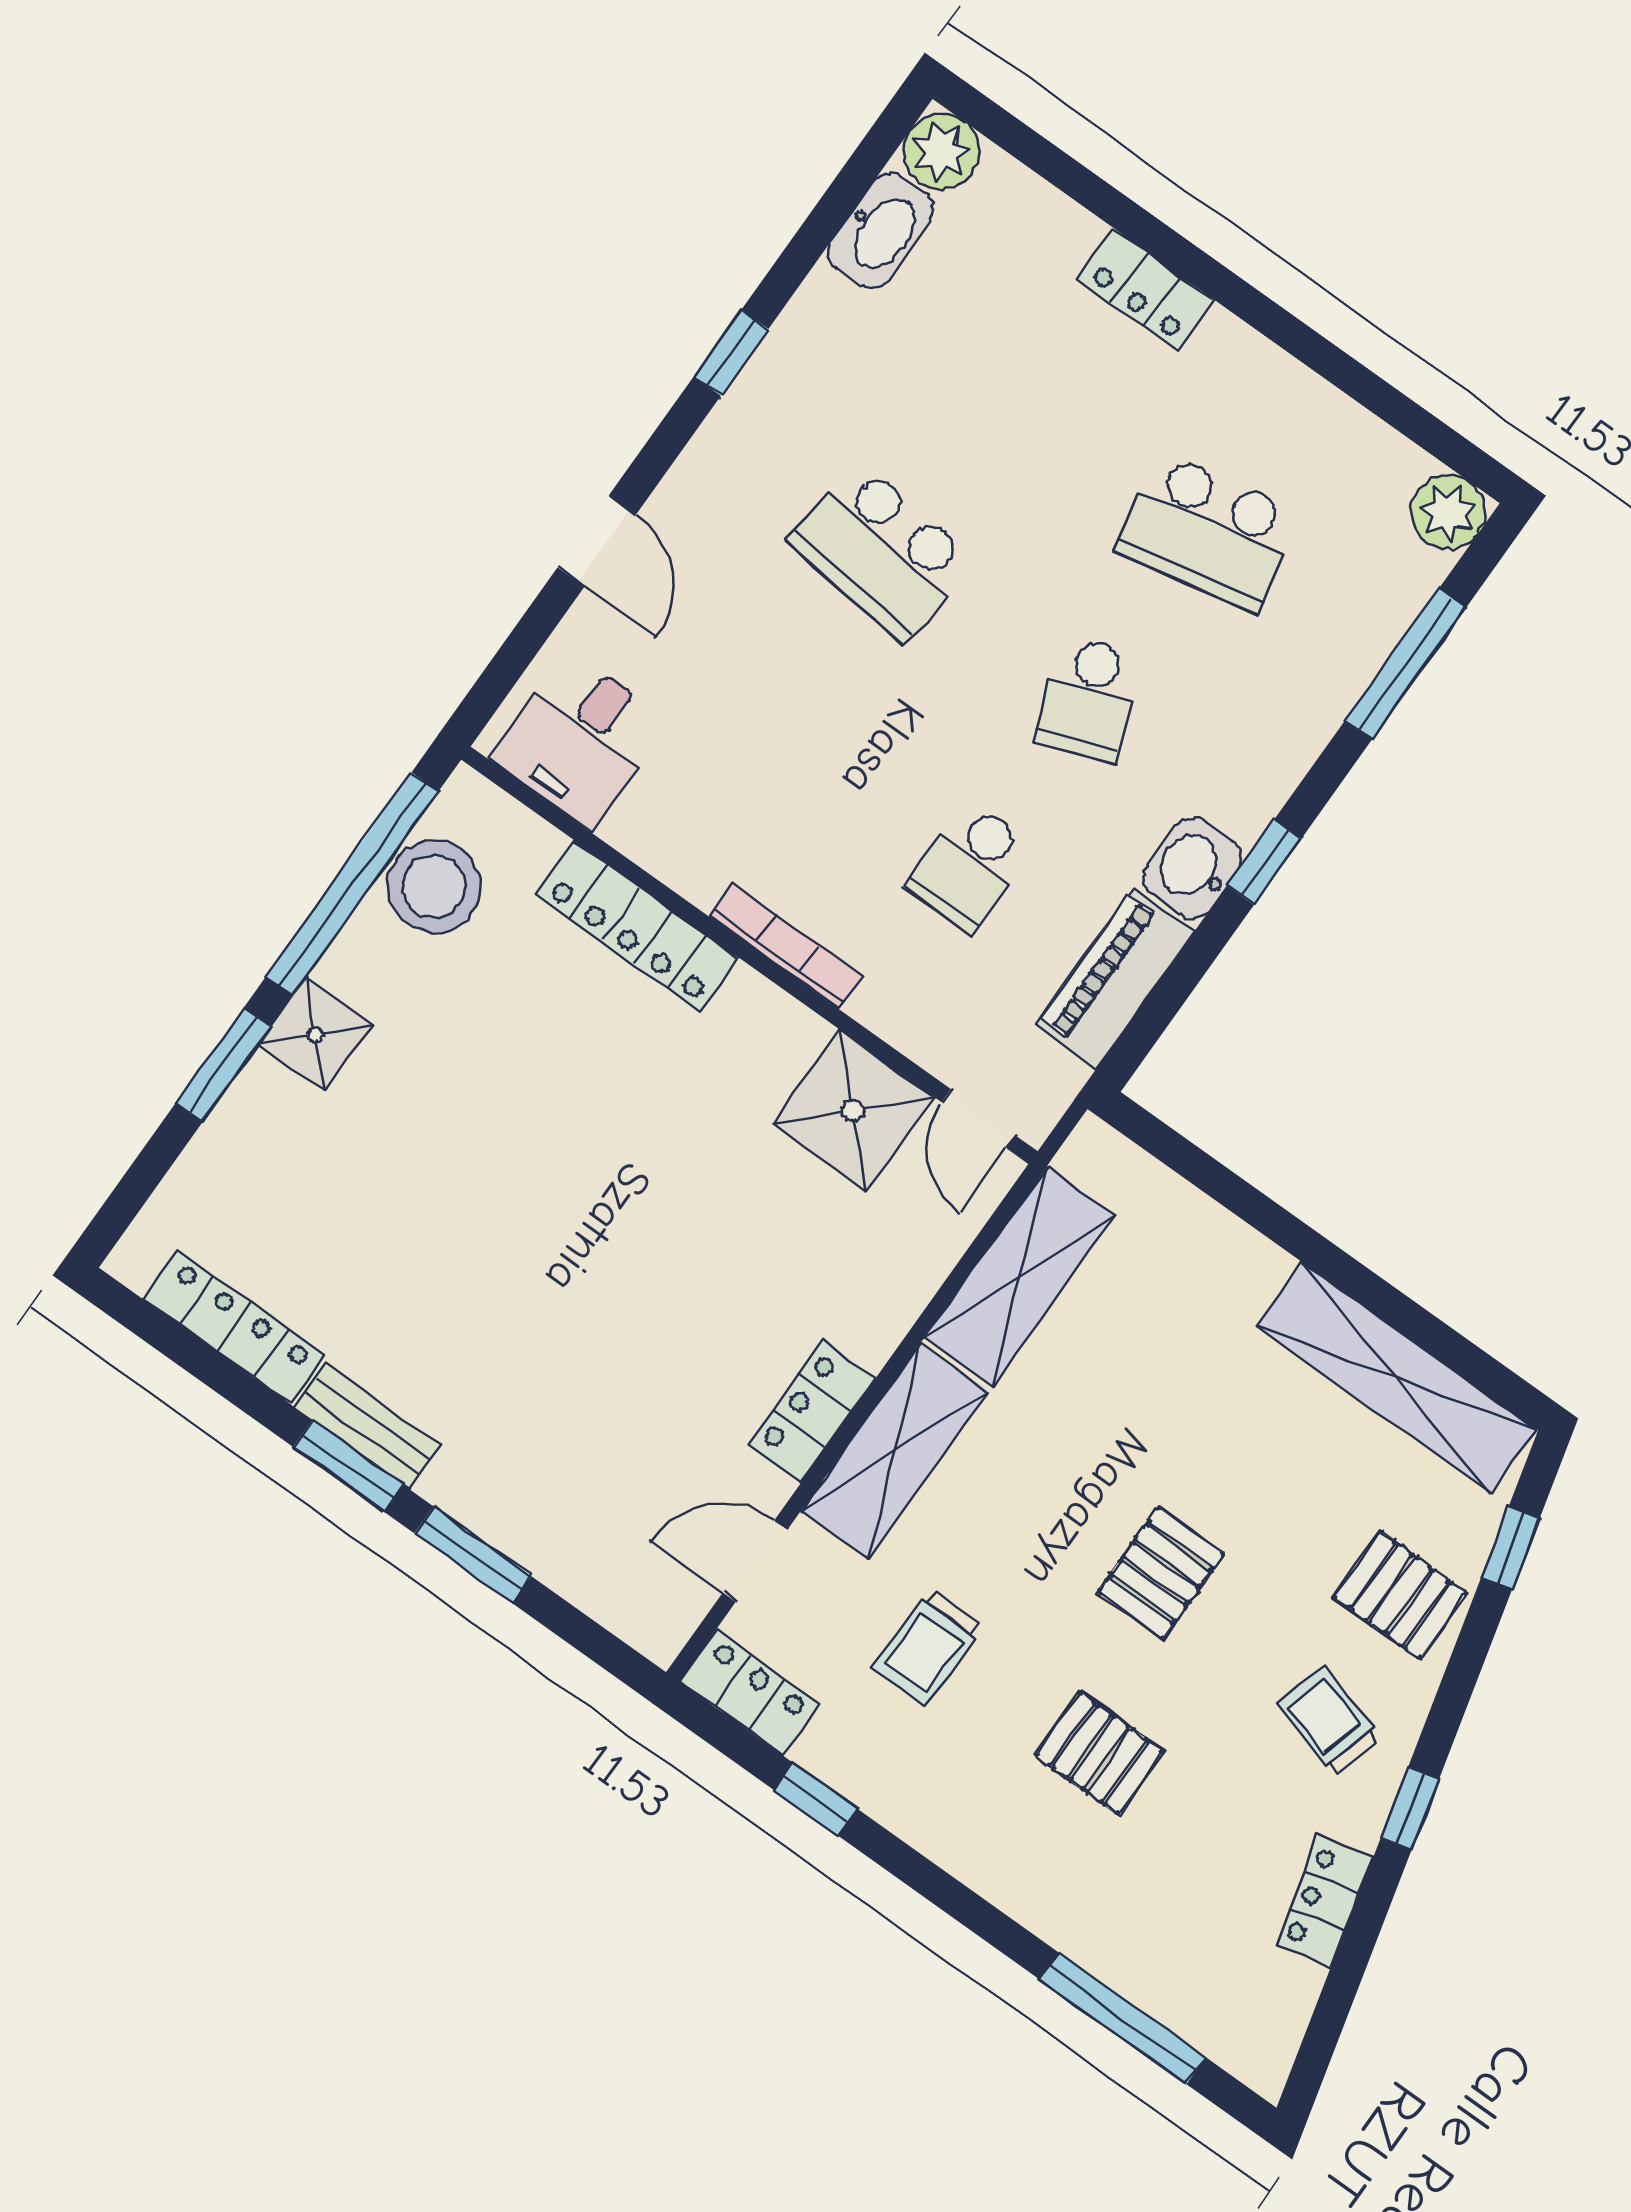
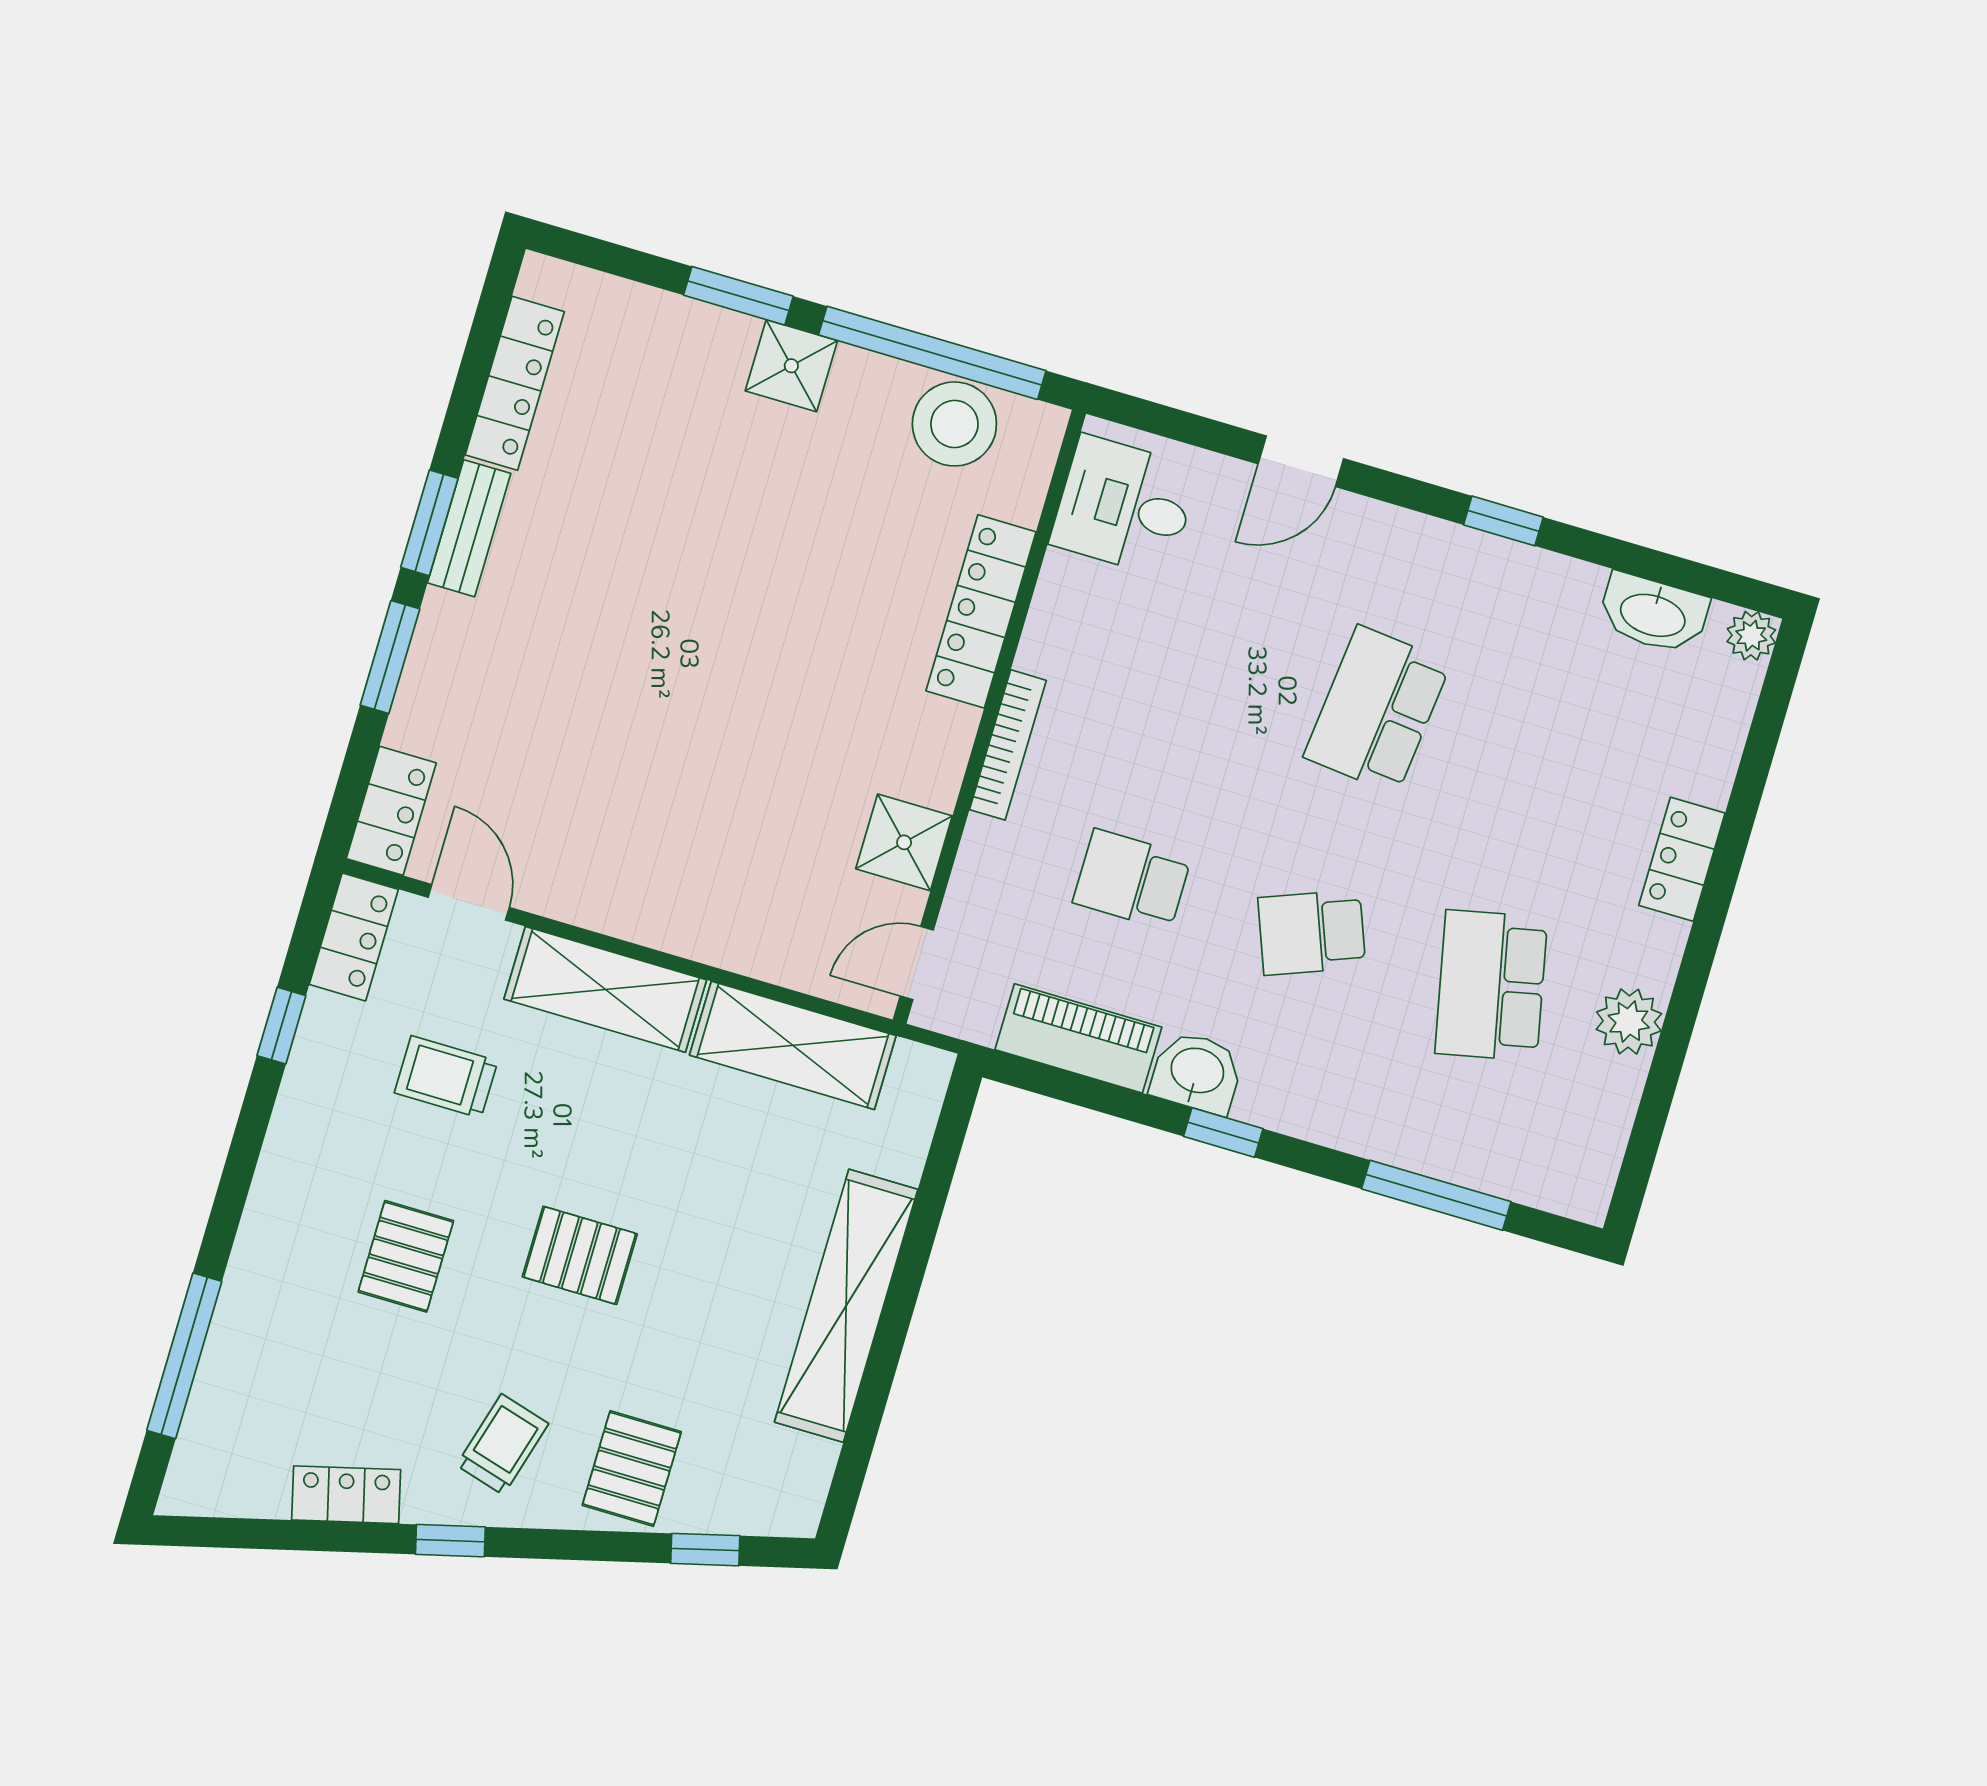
plant: (941, 151) -> (1751, 636), width x0.73, depth x0.73
plant: (1448, 512) -> (1629, 1021), moved
shower: (853, 1110) -> (904, 842), width x0.73, depth x0.73
shelving: (1396, 1378) -> (846, 1306), moved
locker: (812, 1411) -> (391, 811), moved, turned 90

